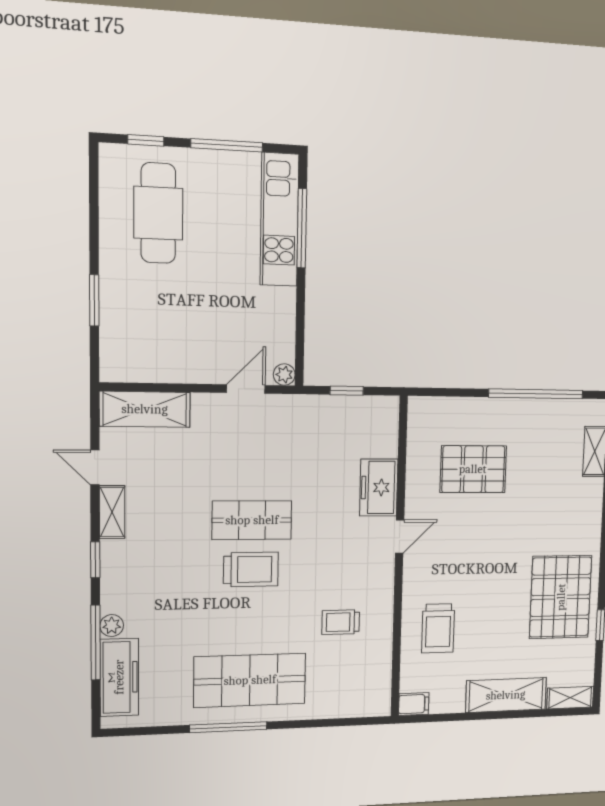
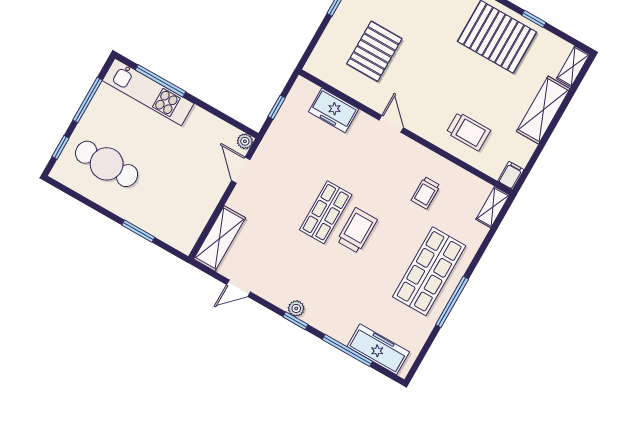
freezer: (379, 487) -> (334, 110), moved
shelving: (112, 512) -> (493, 207), moved, turned 90
plant: (112, 626) -> (296, 308), moved

